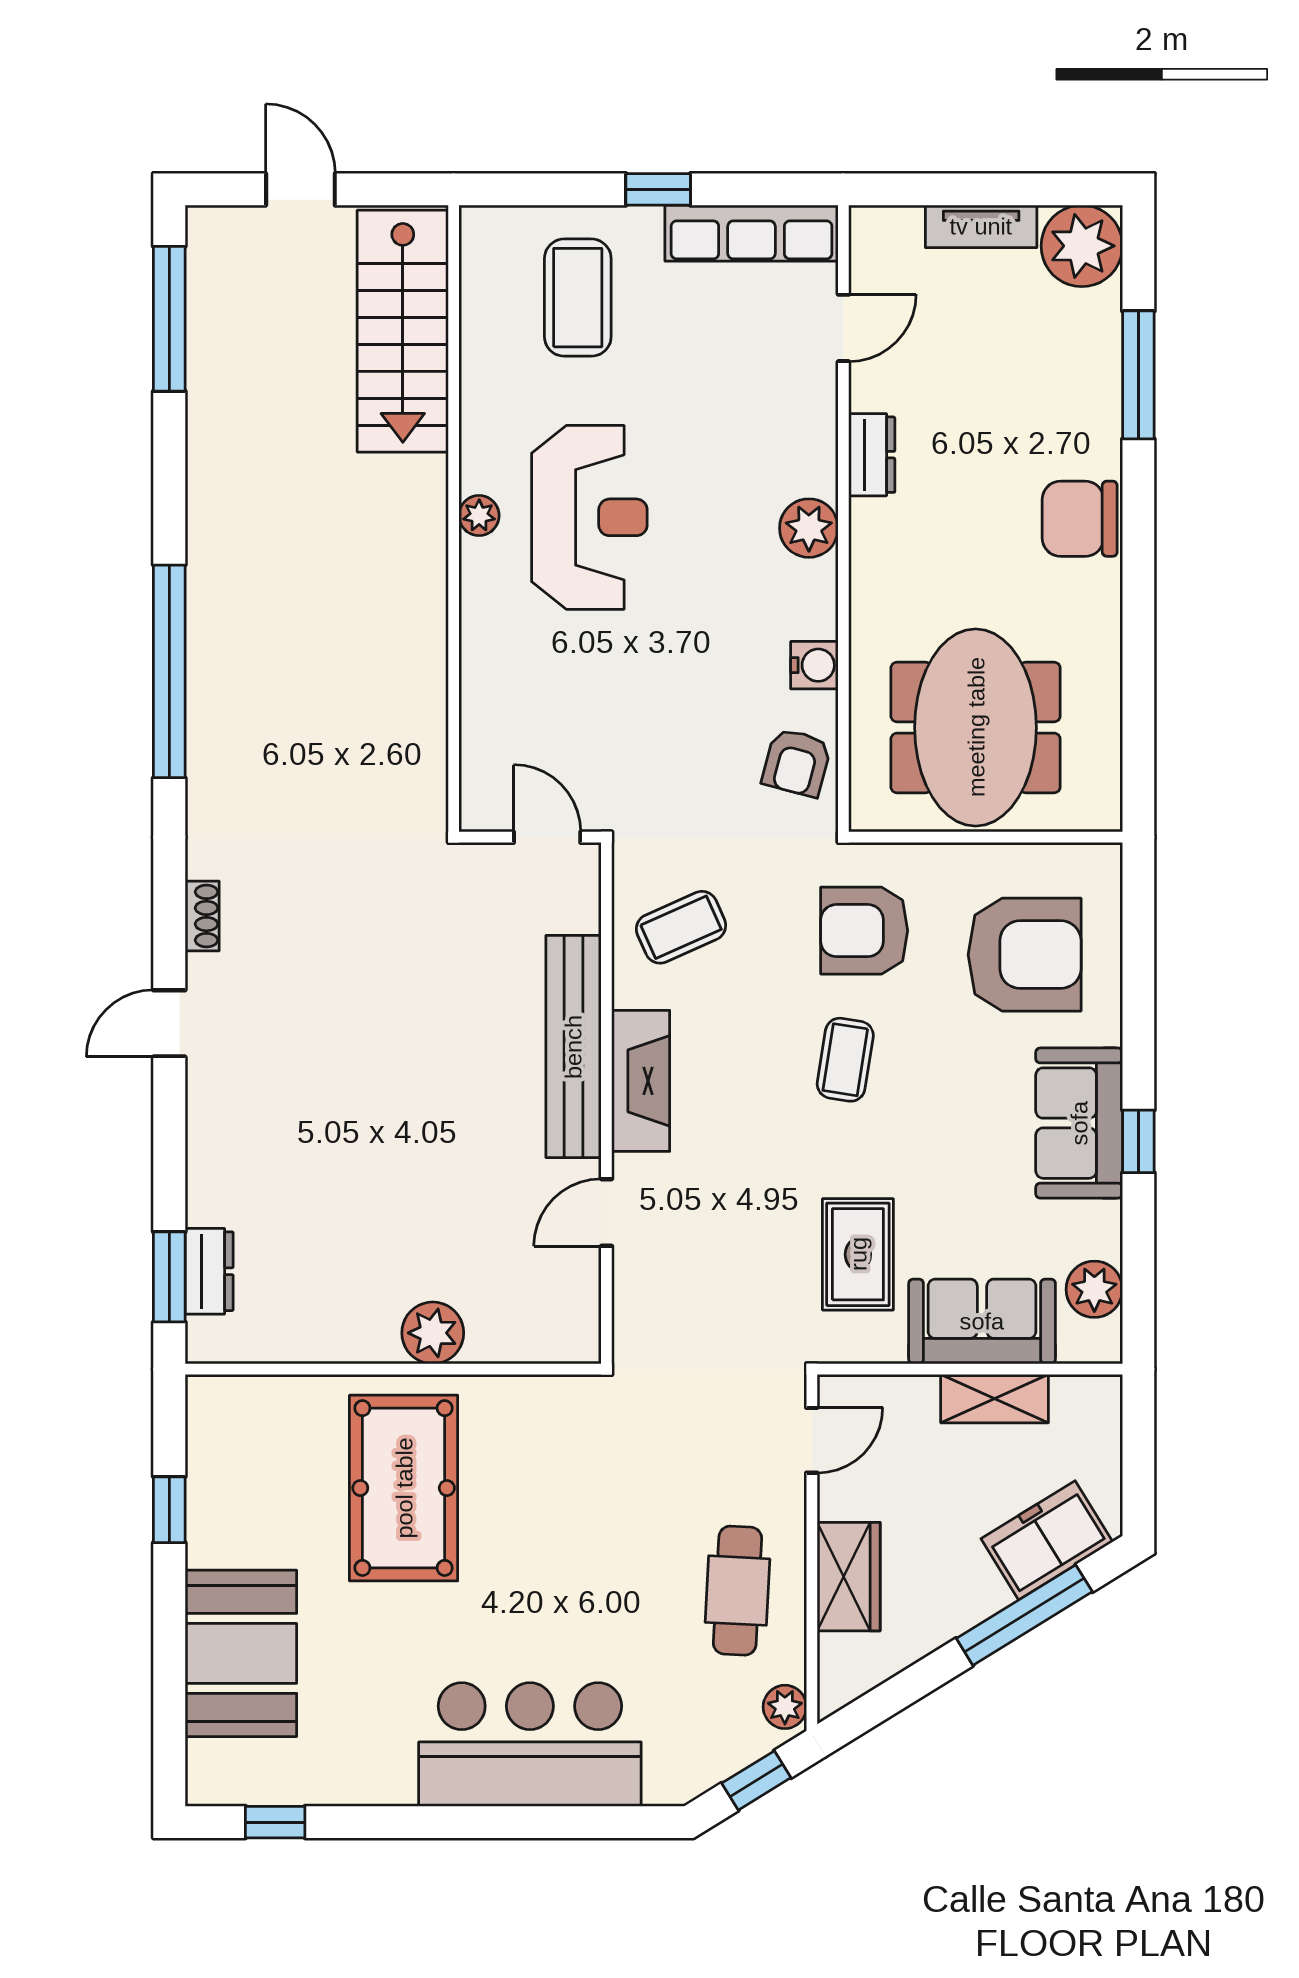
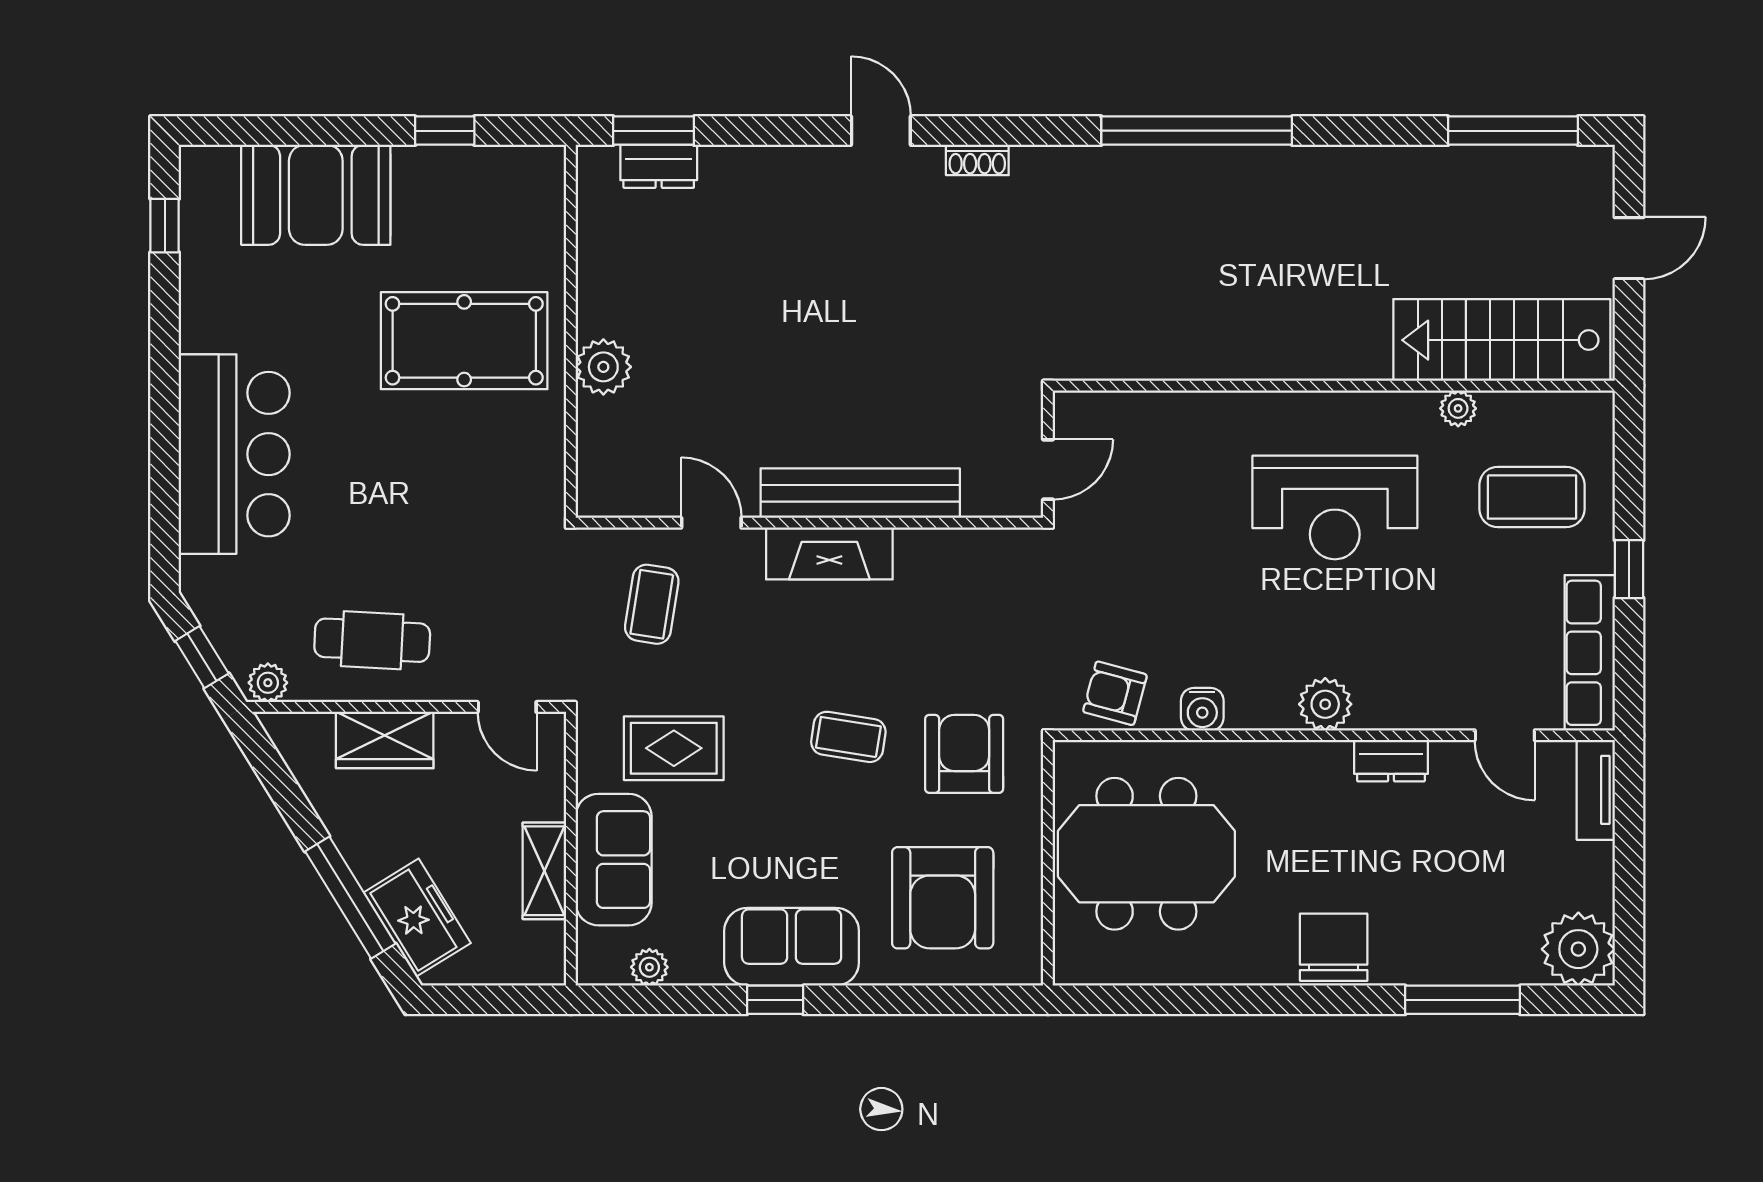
tv unit: (981, 226) -> (1596, 790), moved
plant: (479, 516) -> (1458, 408), moved
coffee table: (681, 927) -> (652, 604), moved, turned 33
plant: (1094, 1289) -> (649, 967), width x0.73, depth x0.73

